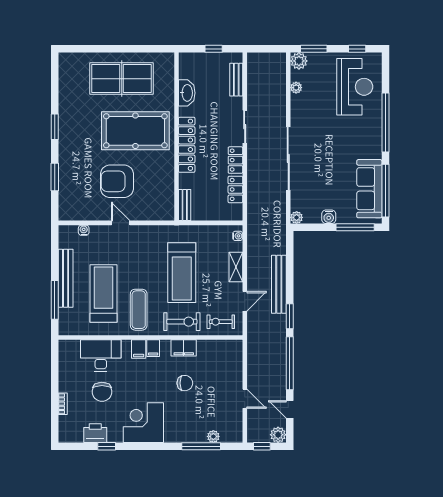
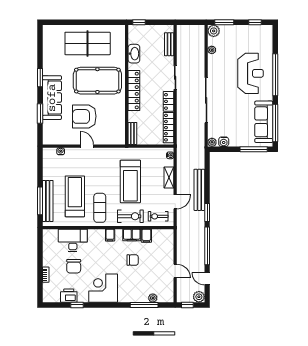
window: (214, 49) -> (139, 22), moved
reception desk: (355, 87) -> (251, 73), moved
sofa: (71, 155) -> (52, 98), added
locker: (235, 189) -> (169, 128), width x1.53
water cooler: (329, 217) -> (224, 142), moved
bench: (66, 278) -> (48, 201), moved
filing cabinet: (139, 349) -> (146, 236), moved

